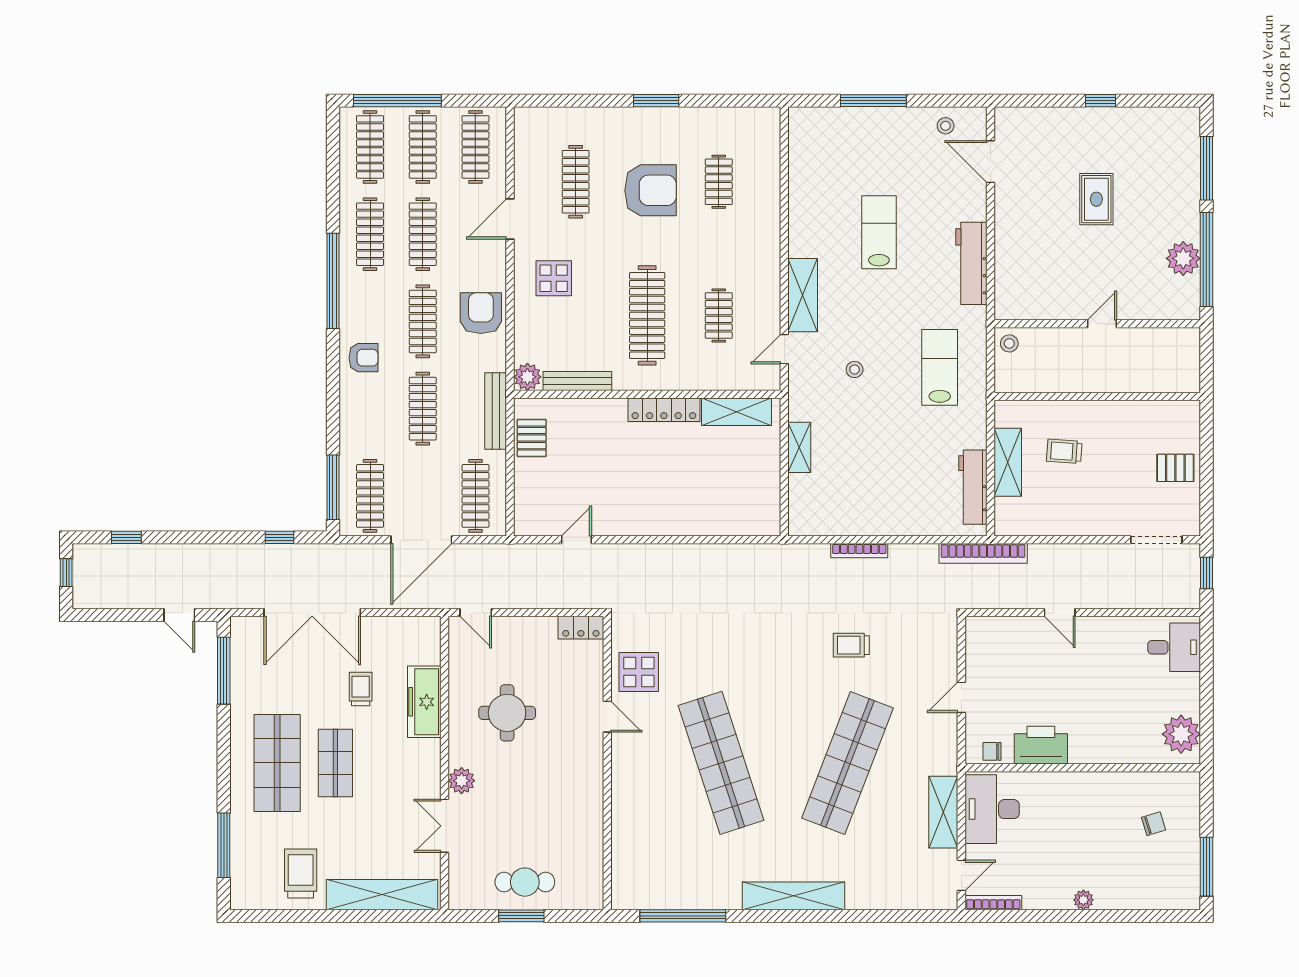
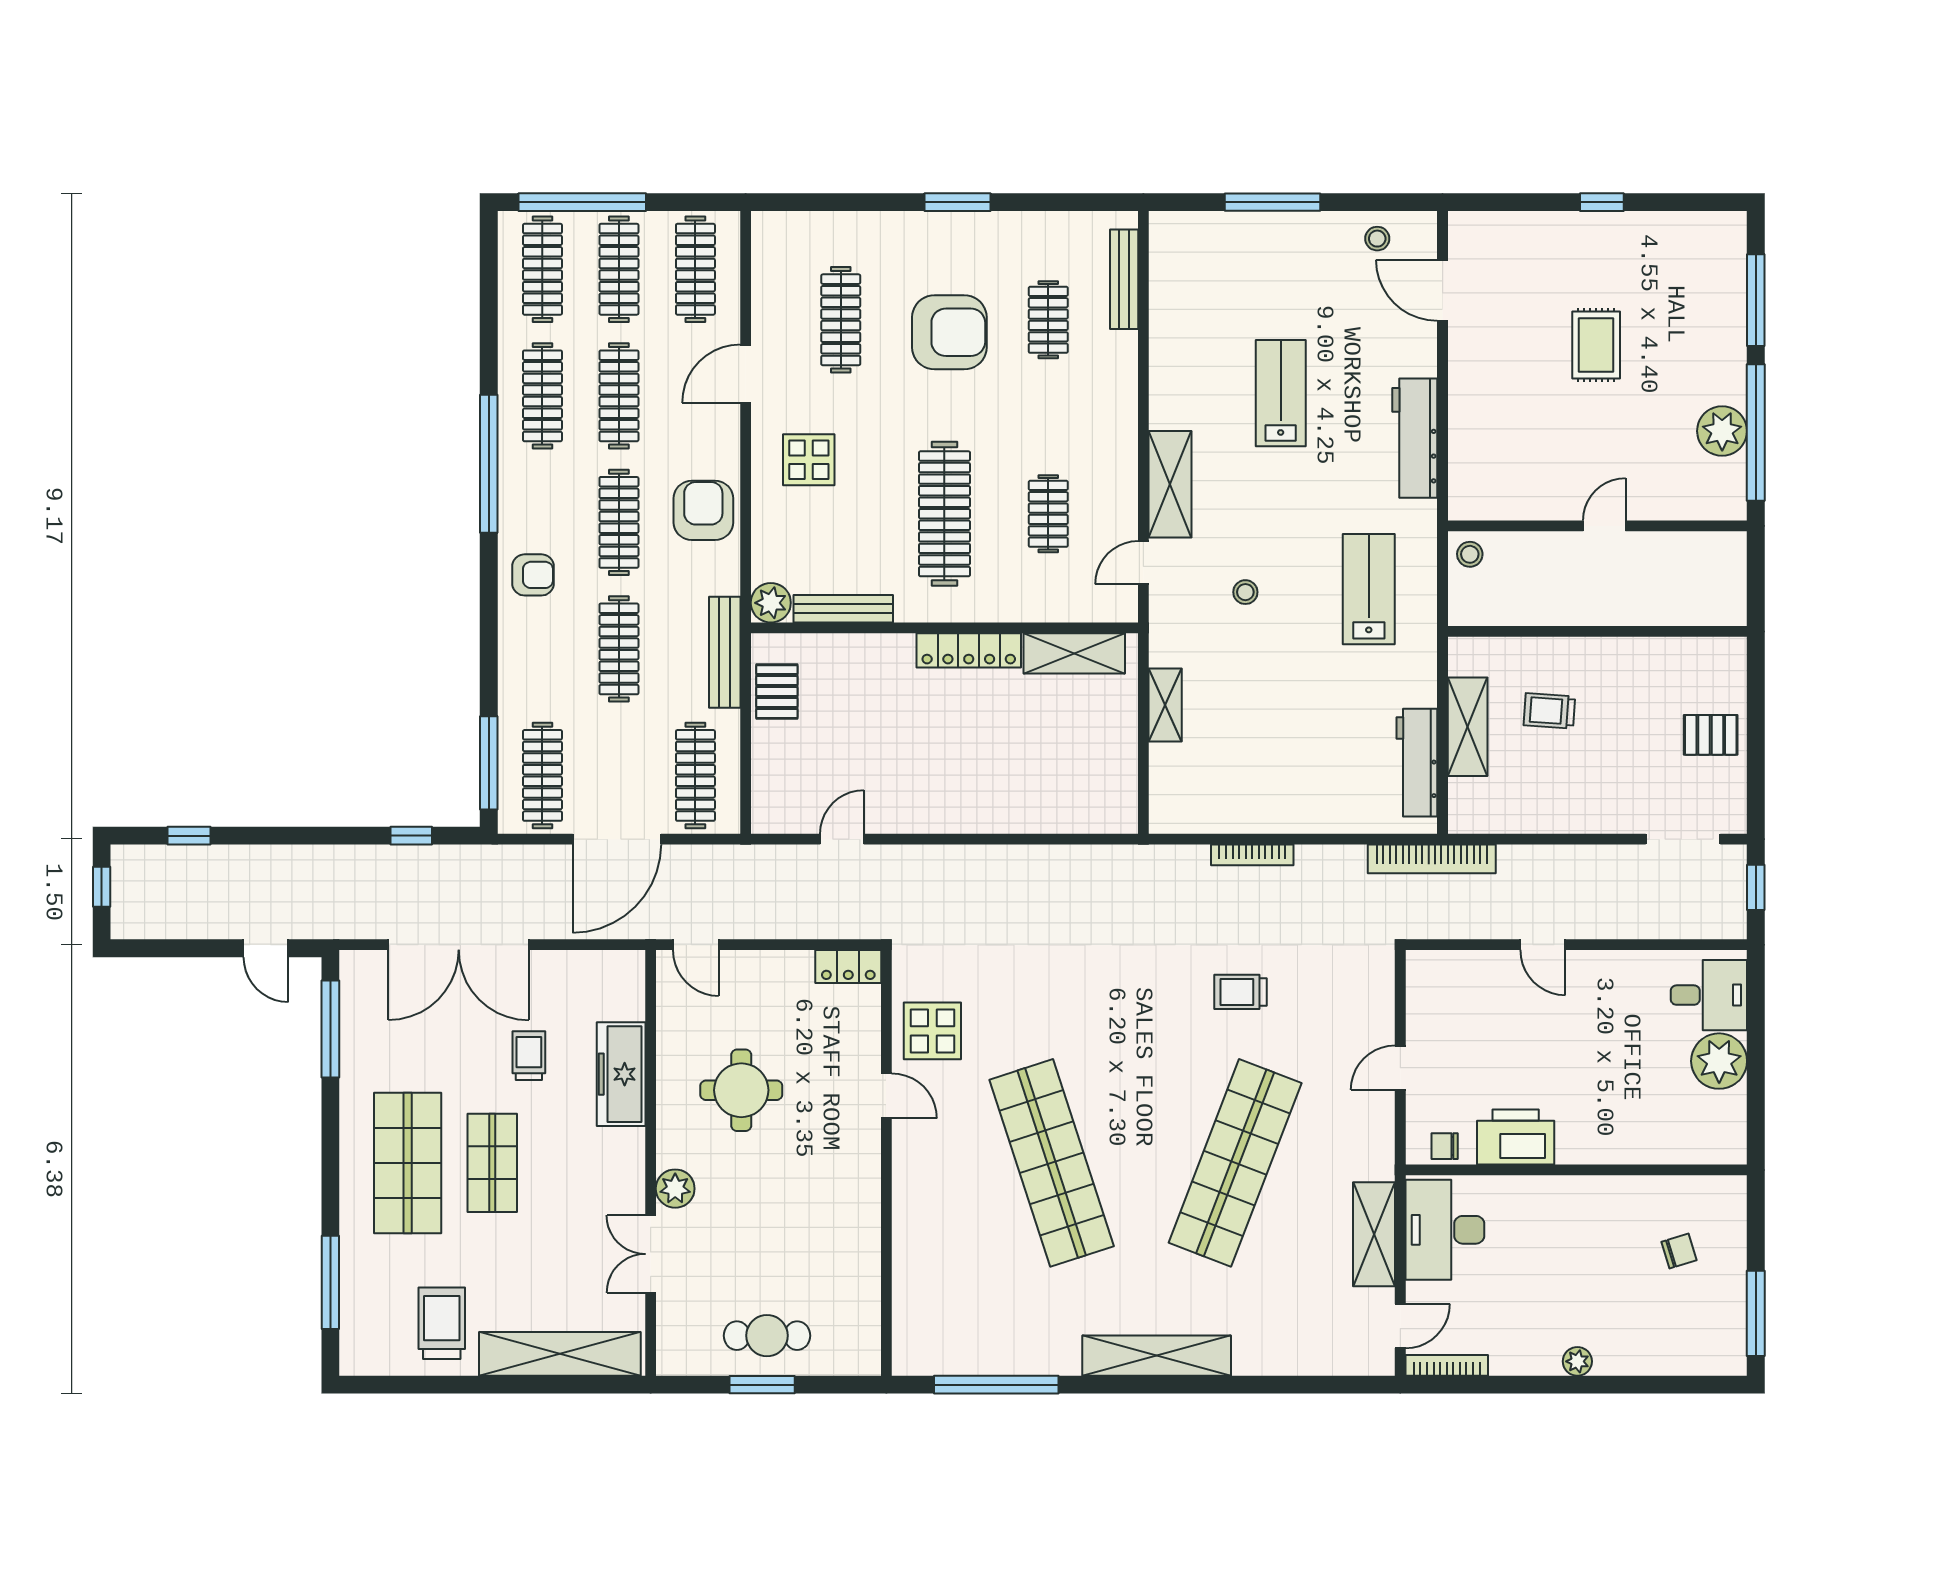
bench: (771, 154) -> (1124, 279), added
plant: (1181, 734) -> (1719, 1061), moved

